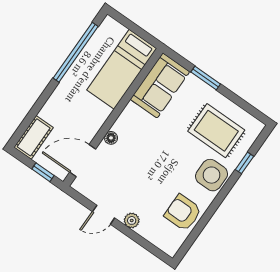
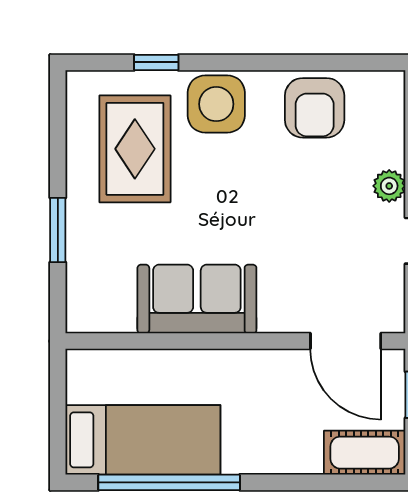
bed: (122, 69) -> (143, 440), moved
sofa: (160, 85) -> (197, 299), moved
floor lamp: (111, 138) -> (273, 320), removed

